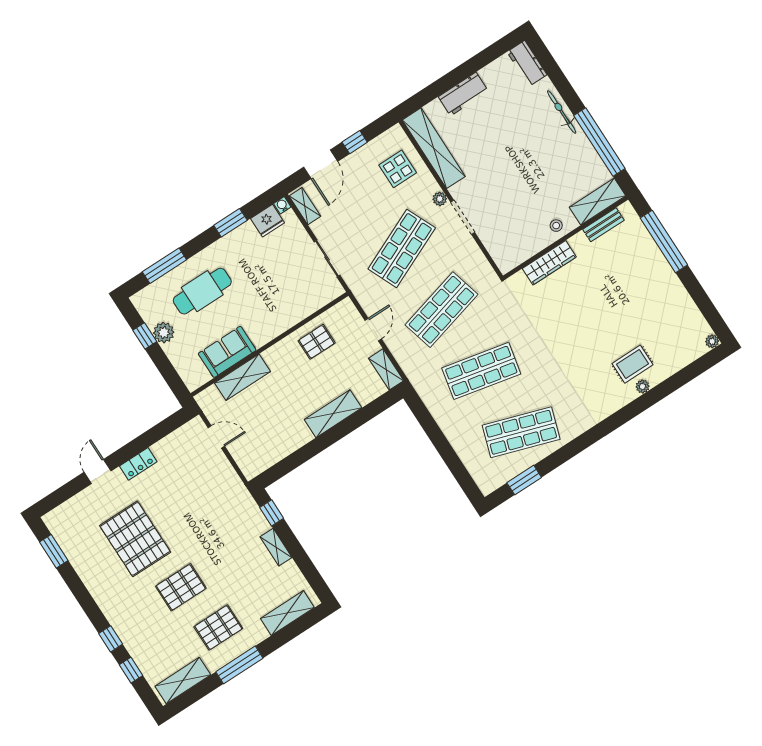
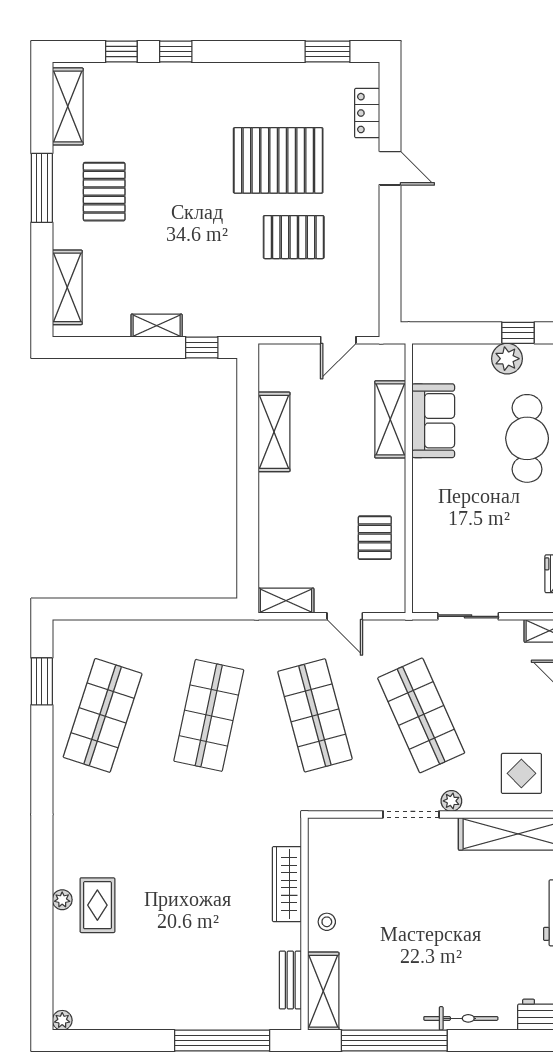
shelving: (333, 414) -> (274, 432), moved
locker: (138, 464) -> (367, 113), moved
pallet: (181, 587) -> (294, 237), moved, turned 90

